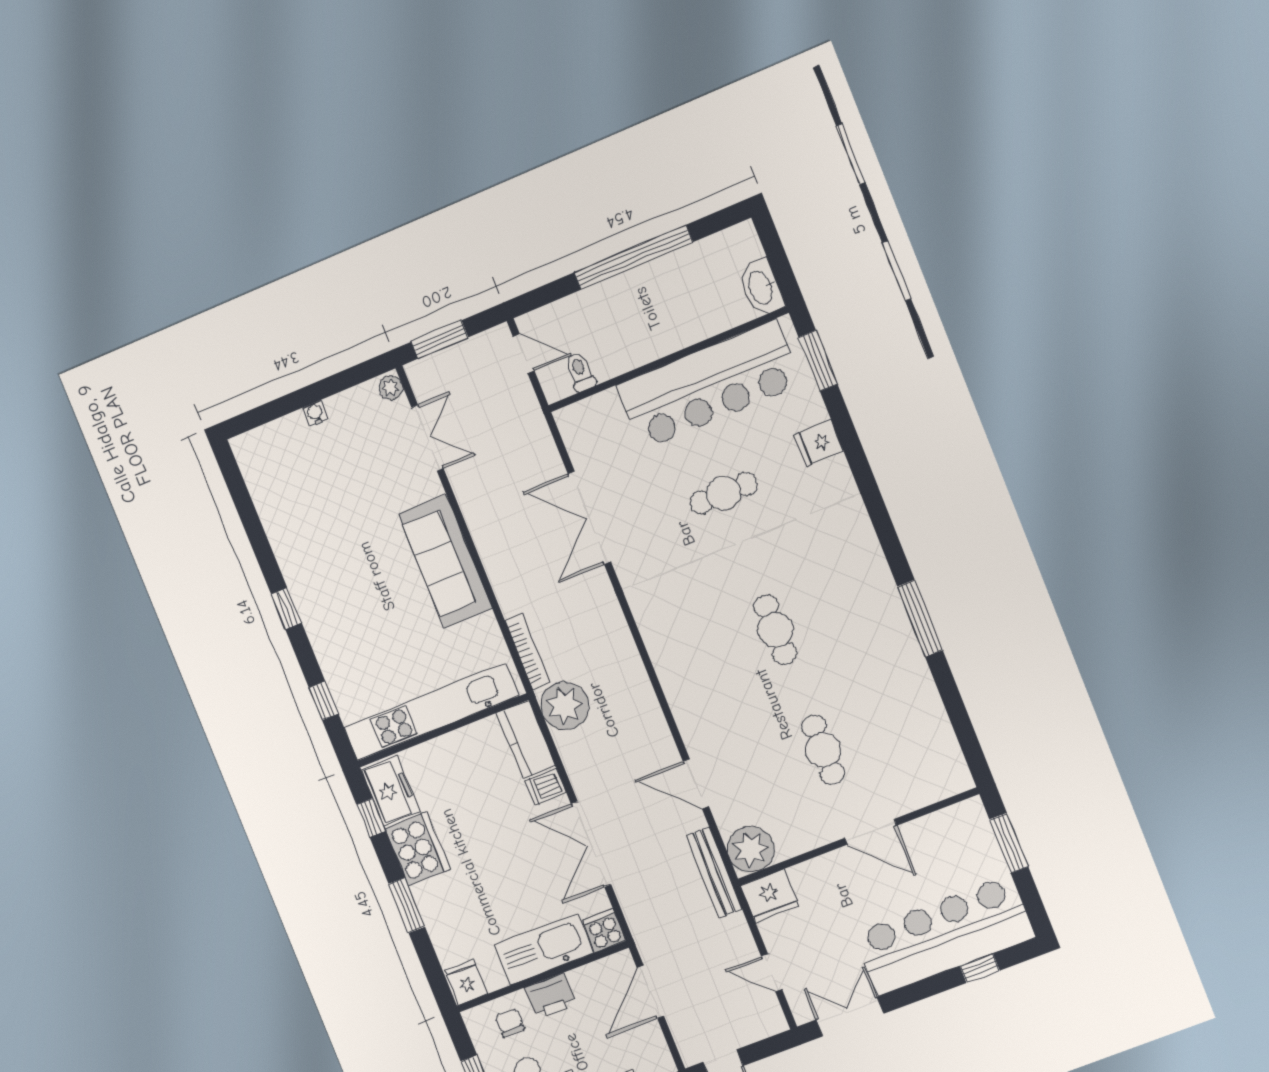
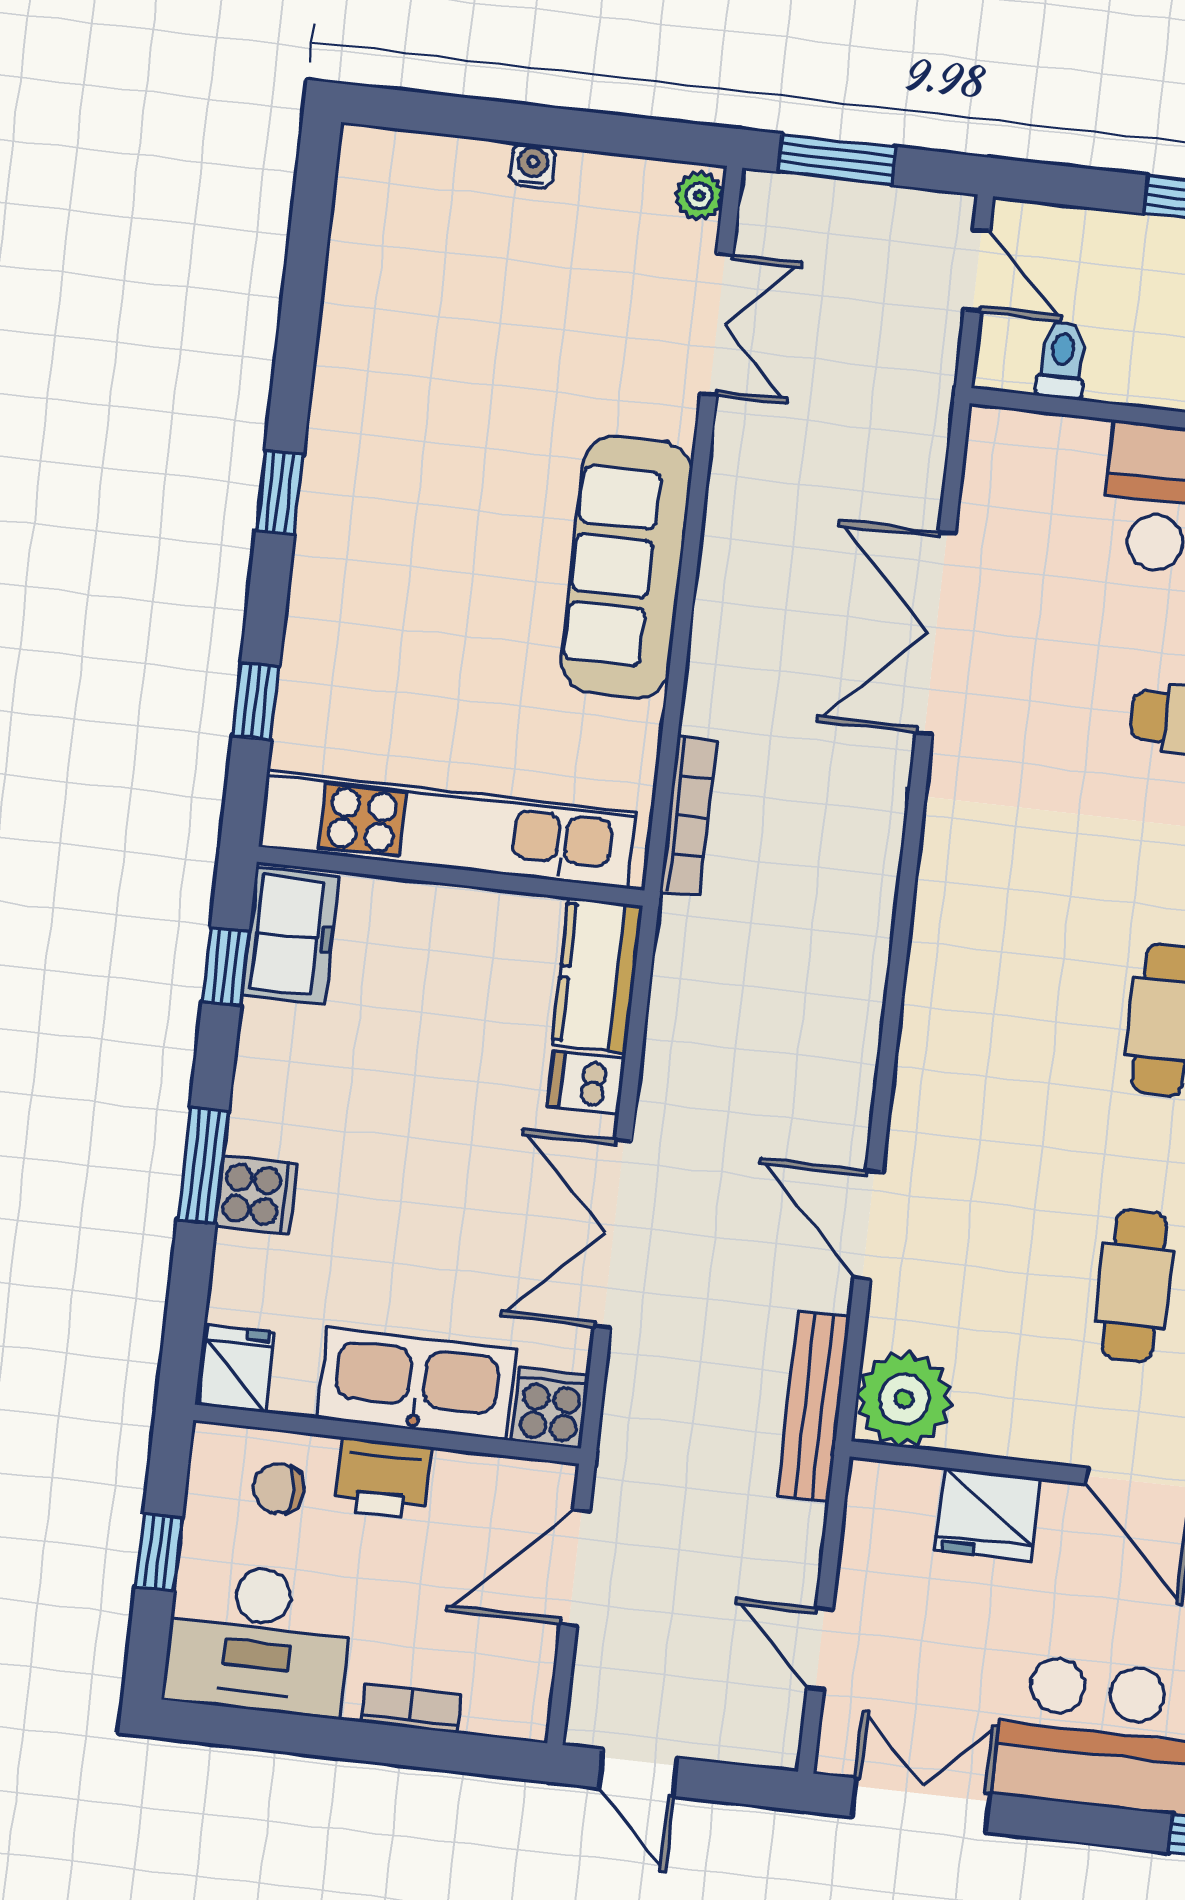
plant: (565, 706) -> (703, 952), removed
cooker: (418, 849) -> (256, 1195), moved, width x0.53, depth x0.76
fridge: (770, 896) -> (987, 1514), moved
chair: (510, 1022) -> (278, 1488), turned -90

